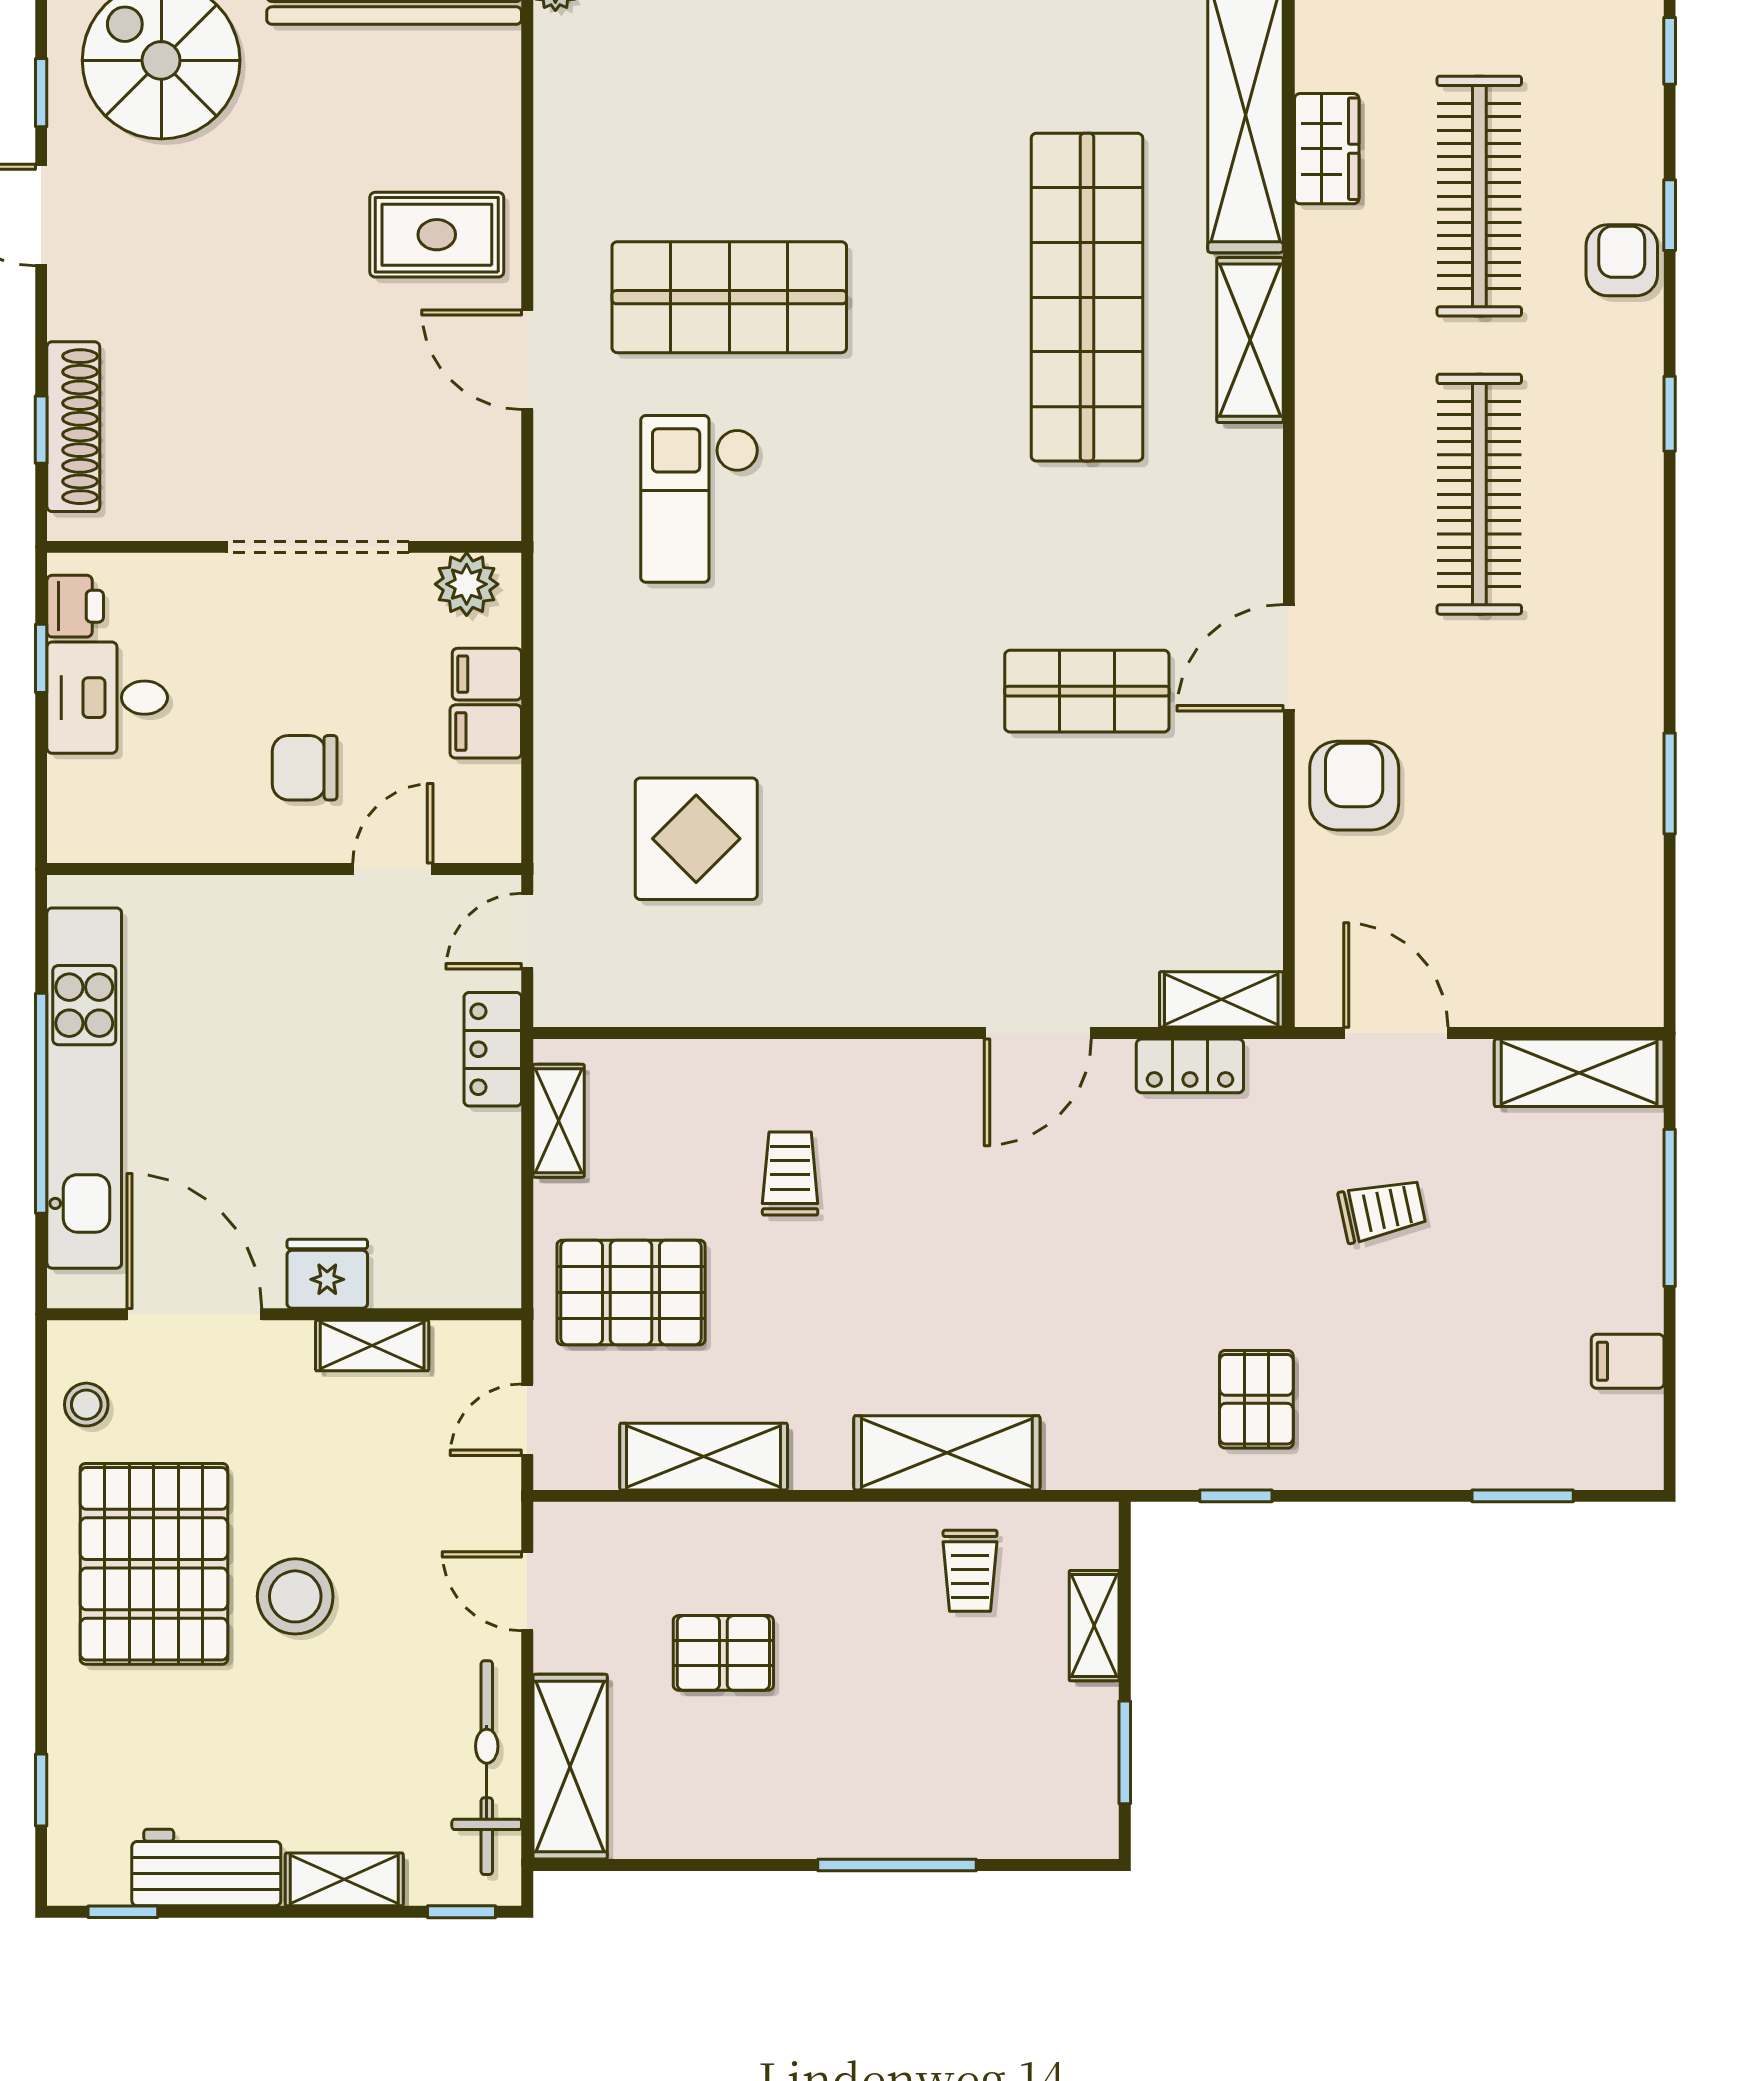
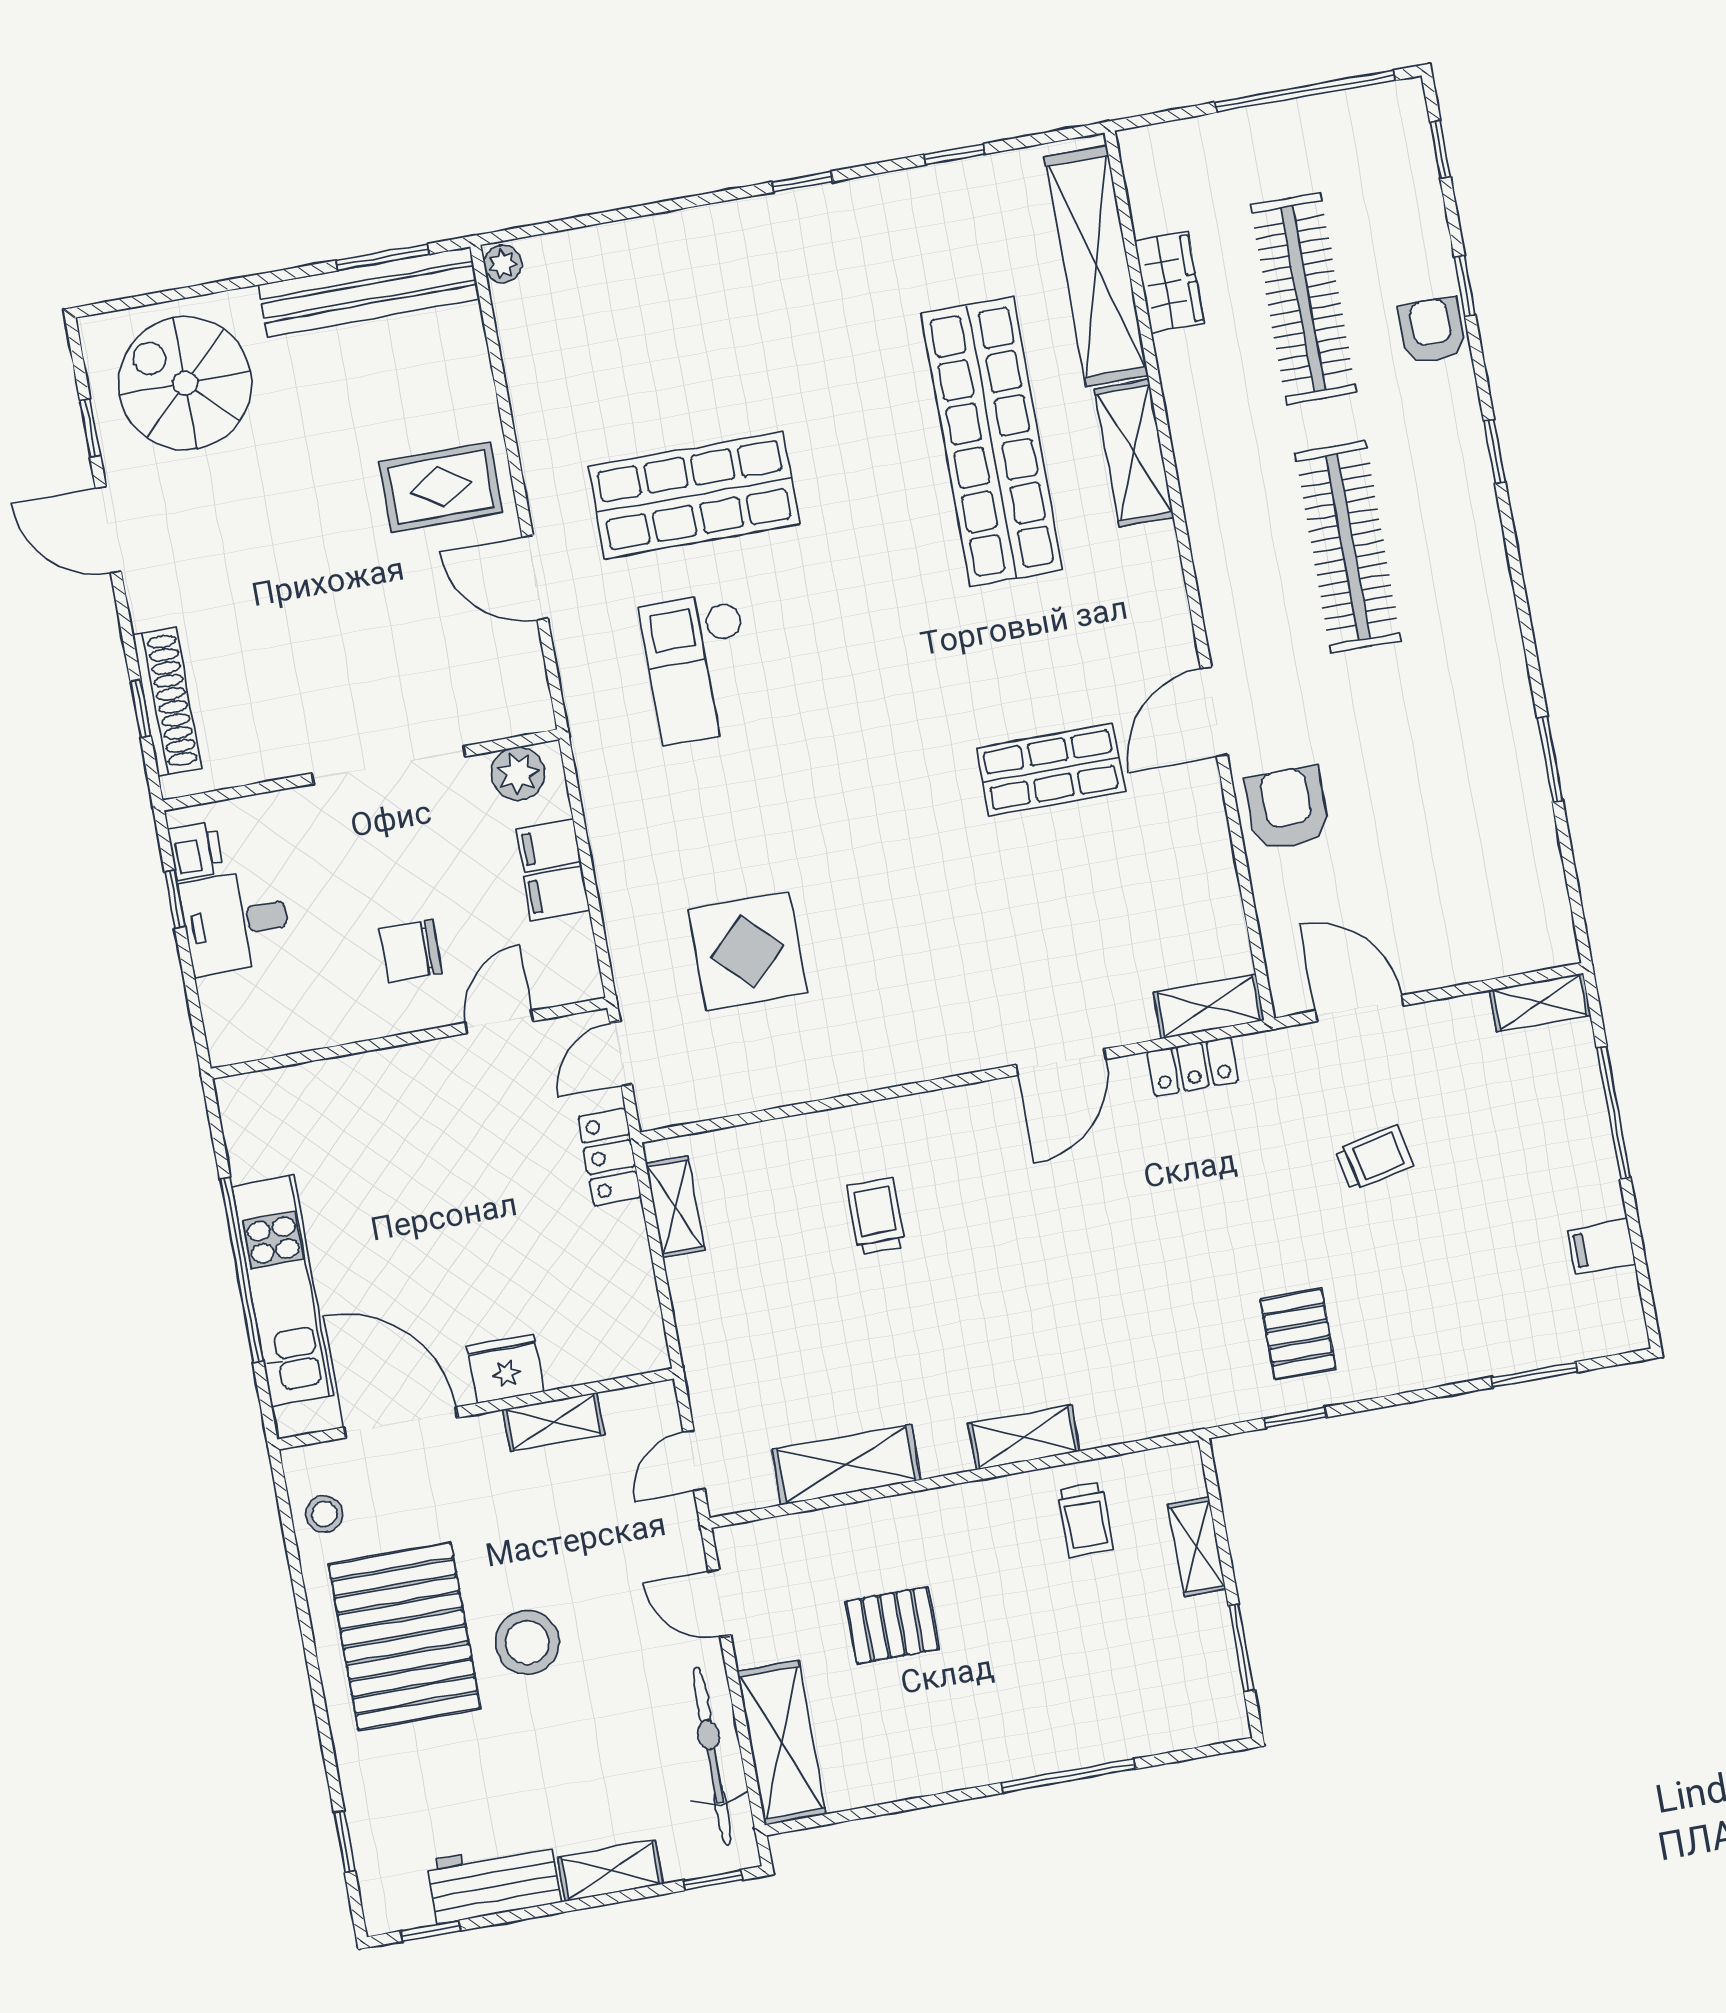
shelving: (1579, 1073) -> (1540, 1003), width x0.67, depth x0.75
kitchen unit: (84, 1088) -> (282, 1291), width x0.73
pallet: (631, 1292) -> (761, 1339), removed
shelving: (947, 1453) -> (1024, 1437), width x0.67, depth x0.75

